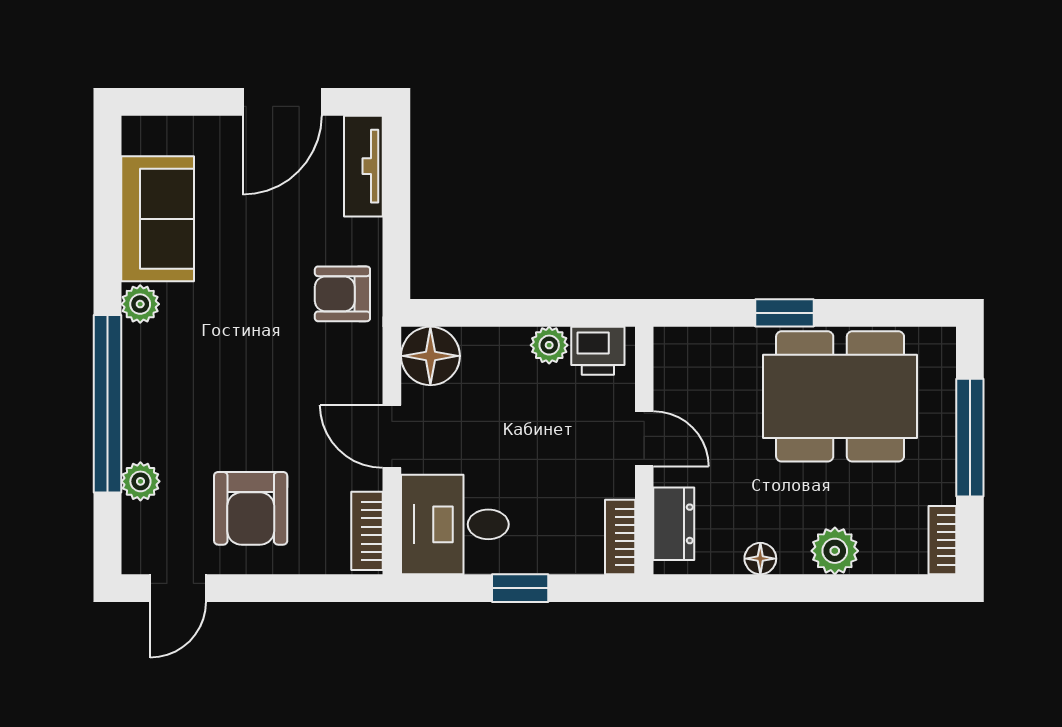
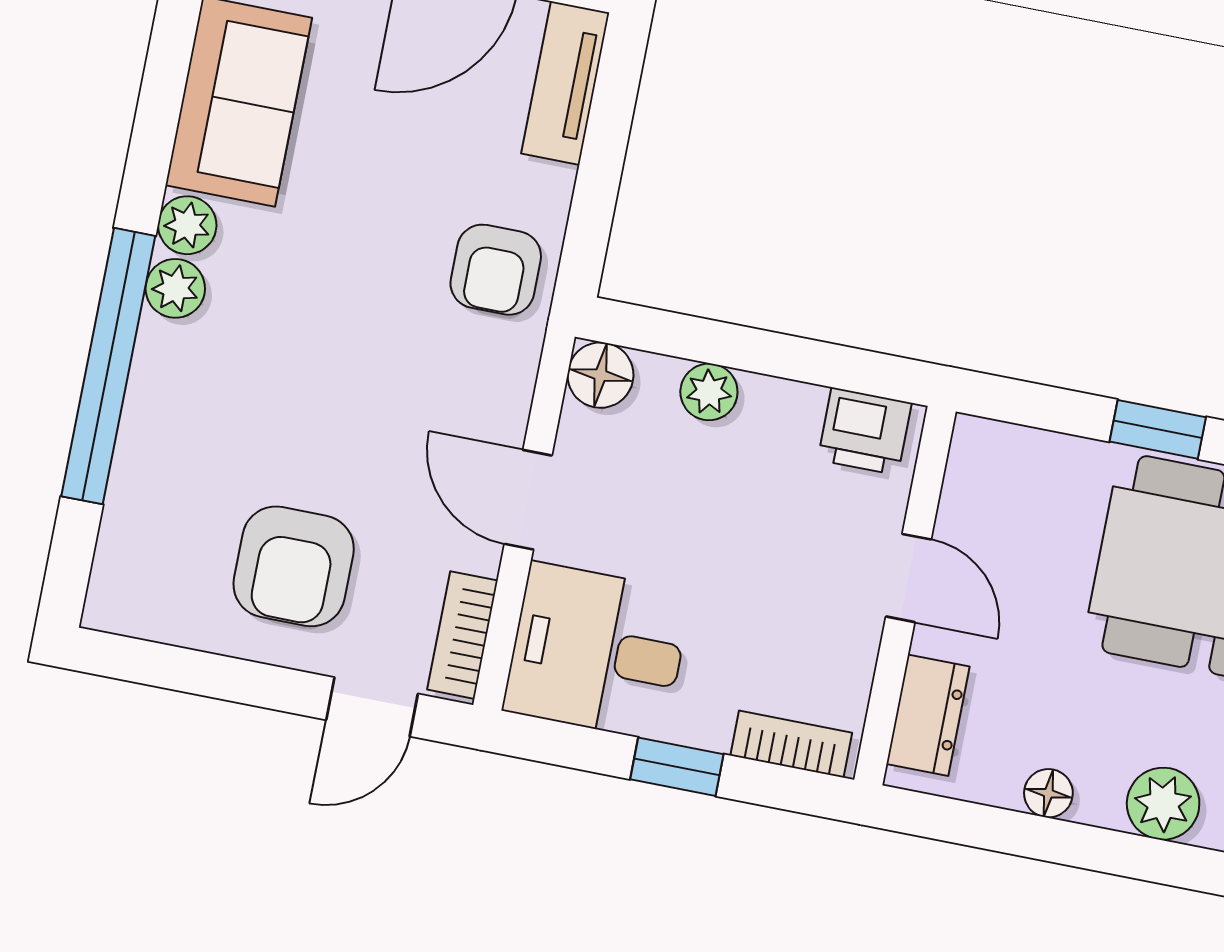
armchair: (342, 294) -> (496, 270), turned -90
plant: (549, 345) -> (709, 392), moved
floor lamp: (430, 356) -> (600, 375), width x0.73, depth x0.73
plant: (140, 481) -> (175, 288), moved
bookcase: (620, 537) -> (791, 744), moved, turned 90
door: (178, 588) -> (372, 707), moved

